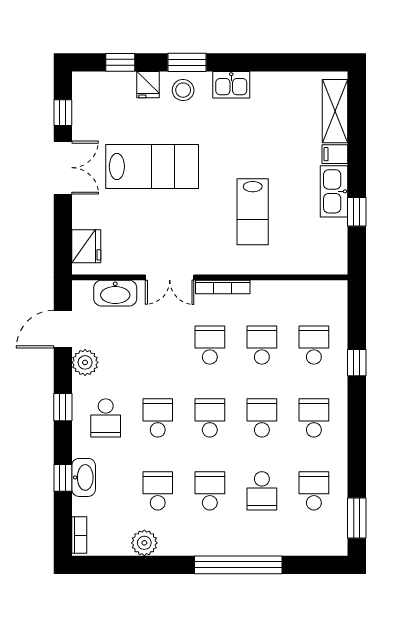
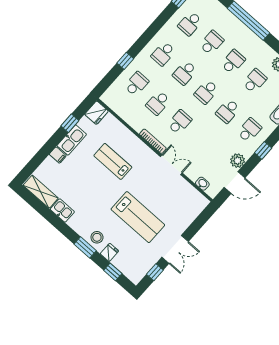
kitchen sink: (231, 85) -> (62, 210), moved
shelving: (335, 111) -> (41, 192), moved, turned 90
lab bench: (152, 167) -> (138, 217), turned 180
double door: (63, 168) -> (175, 249), swing flipped
lab bench: (253, 212) -> (113, 161), turned -90
fridge: (86, 246) -> (96, 113), moved, turned 180
washbasin: (115, 293) -> (202, 184), width x0.52, depth x0.69
school desk: (210, 345) -> (180, 122), turned 180
school desk: (314, 345) -> (136, 84), turned 180
school desk: (158, 491) -> (255, 81), turned 180
school desk: (210, 491) -> (233, 62), turned 180

